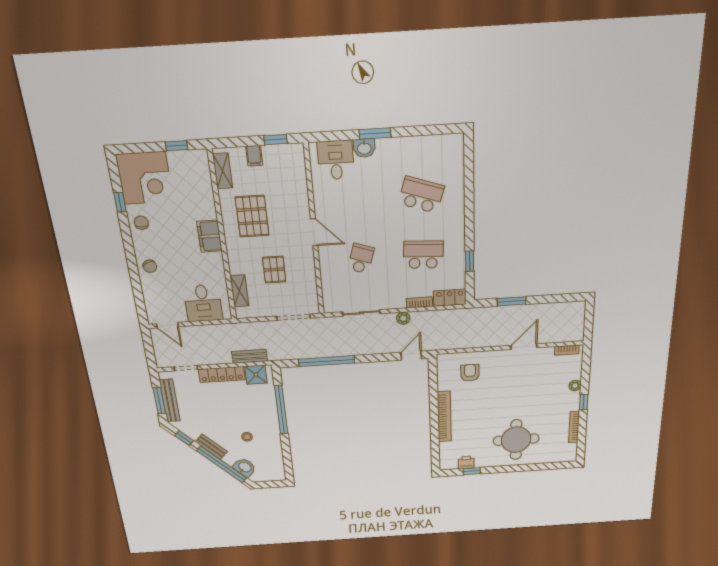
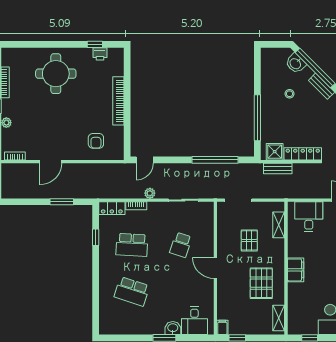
filing cabinet: (254, 156) -> (222, 327), moved

